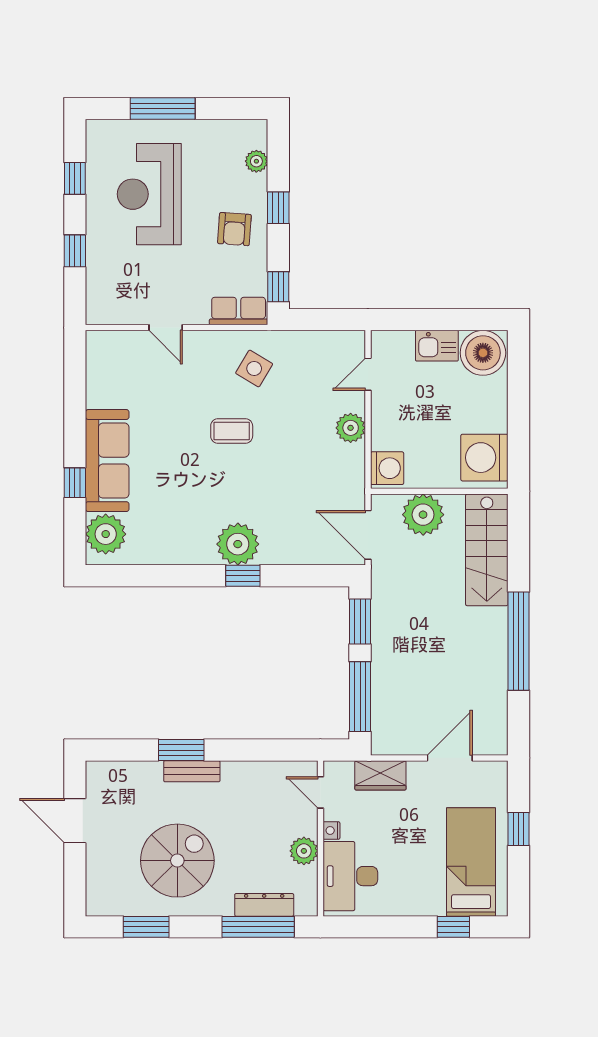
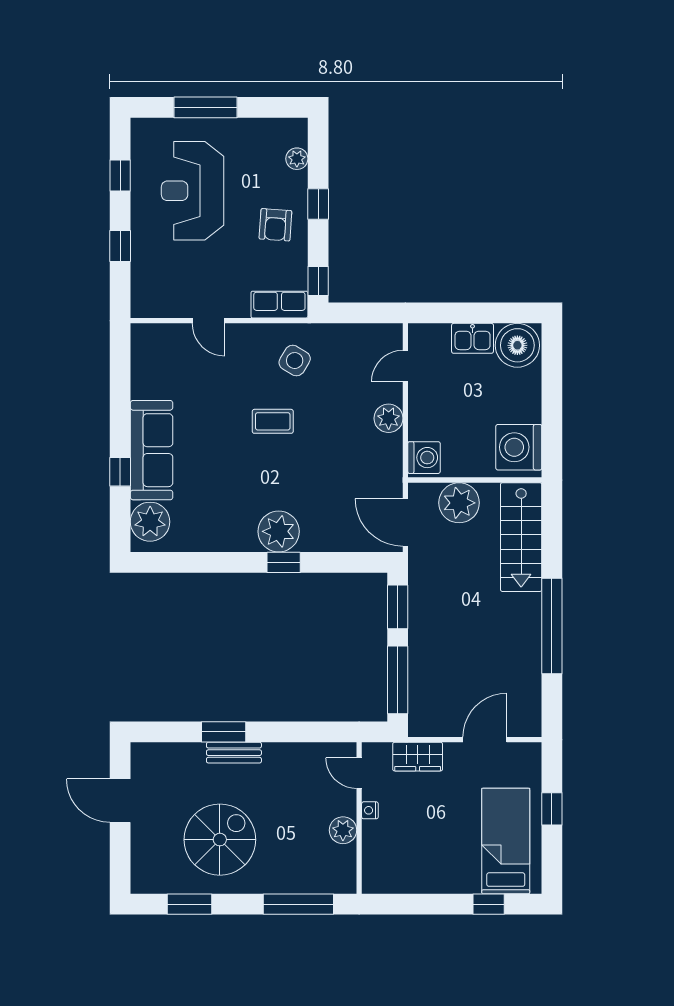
desk: (350, 876) -> (388, 855), removed
dresser: (264, 905) -> (304, 883), removed

